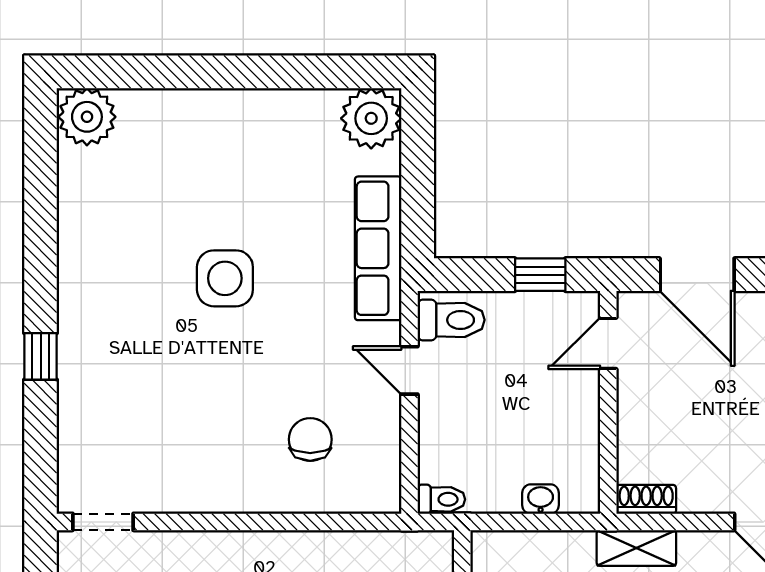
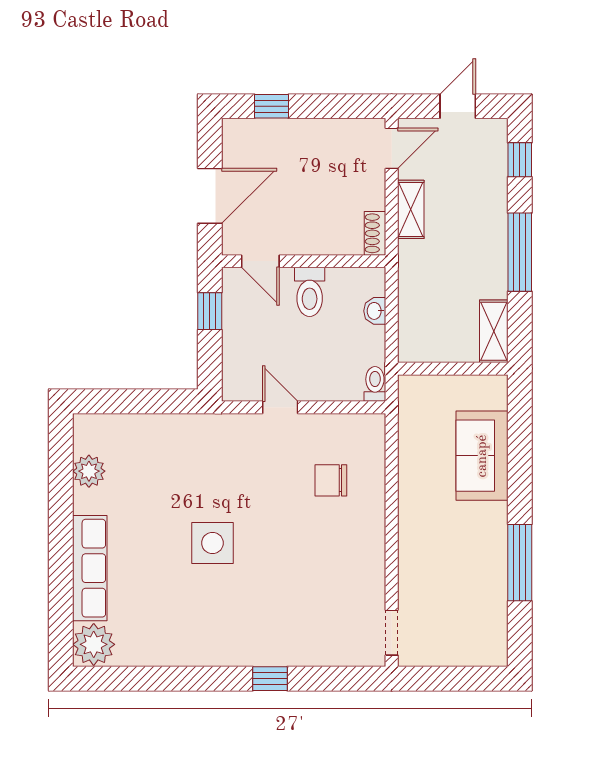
plant: (371, 118) -> (89, 471), moved, width x0.73, depth x0.73
row of seats: (378, 248) -> (90, 568), moved, turned -90
toilet: (451, 320) -> (310, 292), moved, turned 180
door: (409, 370) -> (280, 407), swing flipped
shelving: (636, 548) -> (411, 209), moved

